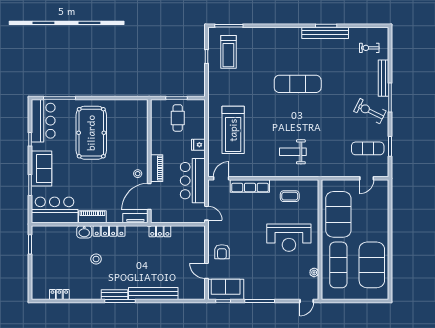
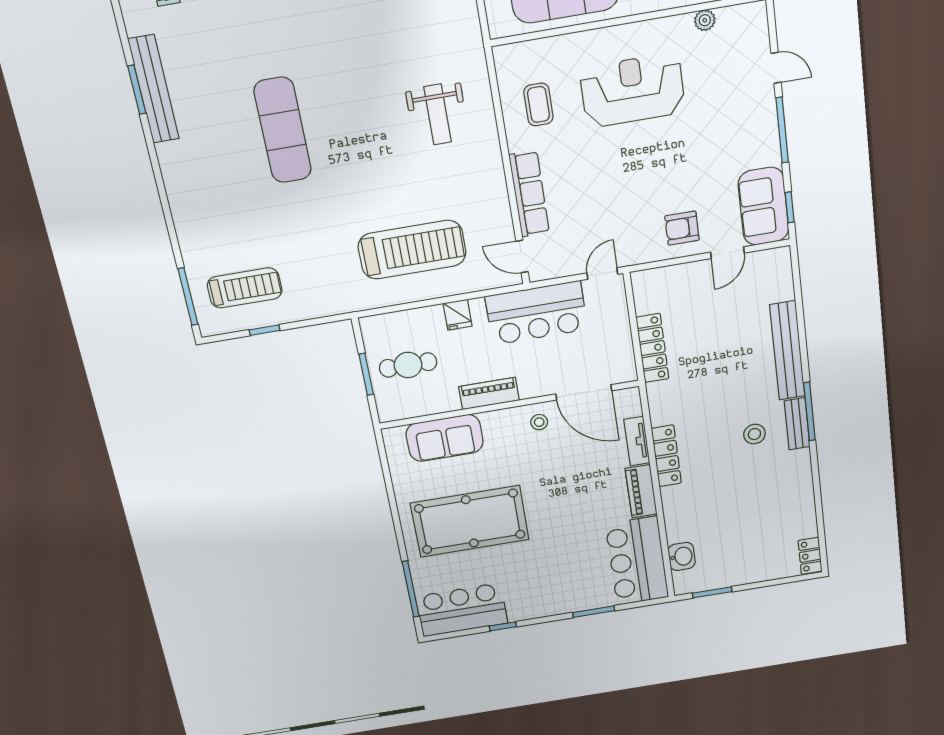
sofa: (42, 168) -> (445, 438), moved, turned 180
piano: (157, 168) -> (489, 393), moved
tv unit: (135, 218) -> (637, 441), moved
locker: (160, 231) -> (652, 348), width x1.53
washbasin: (84, 232) -> (682, 556), moved
reception desk: (289, 238) -> (632, 90), turned -90
armchair: (222, 252) -> (682, 228), turned 180
stool: (96, 259) -> (754, 434), moved
locker: (59, 294) -> (810, 556), moved
door: (307, 301) -> (776, 68), moved

